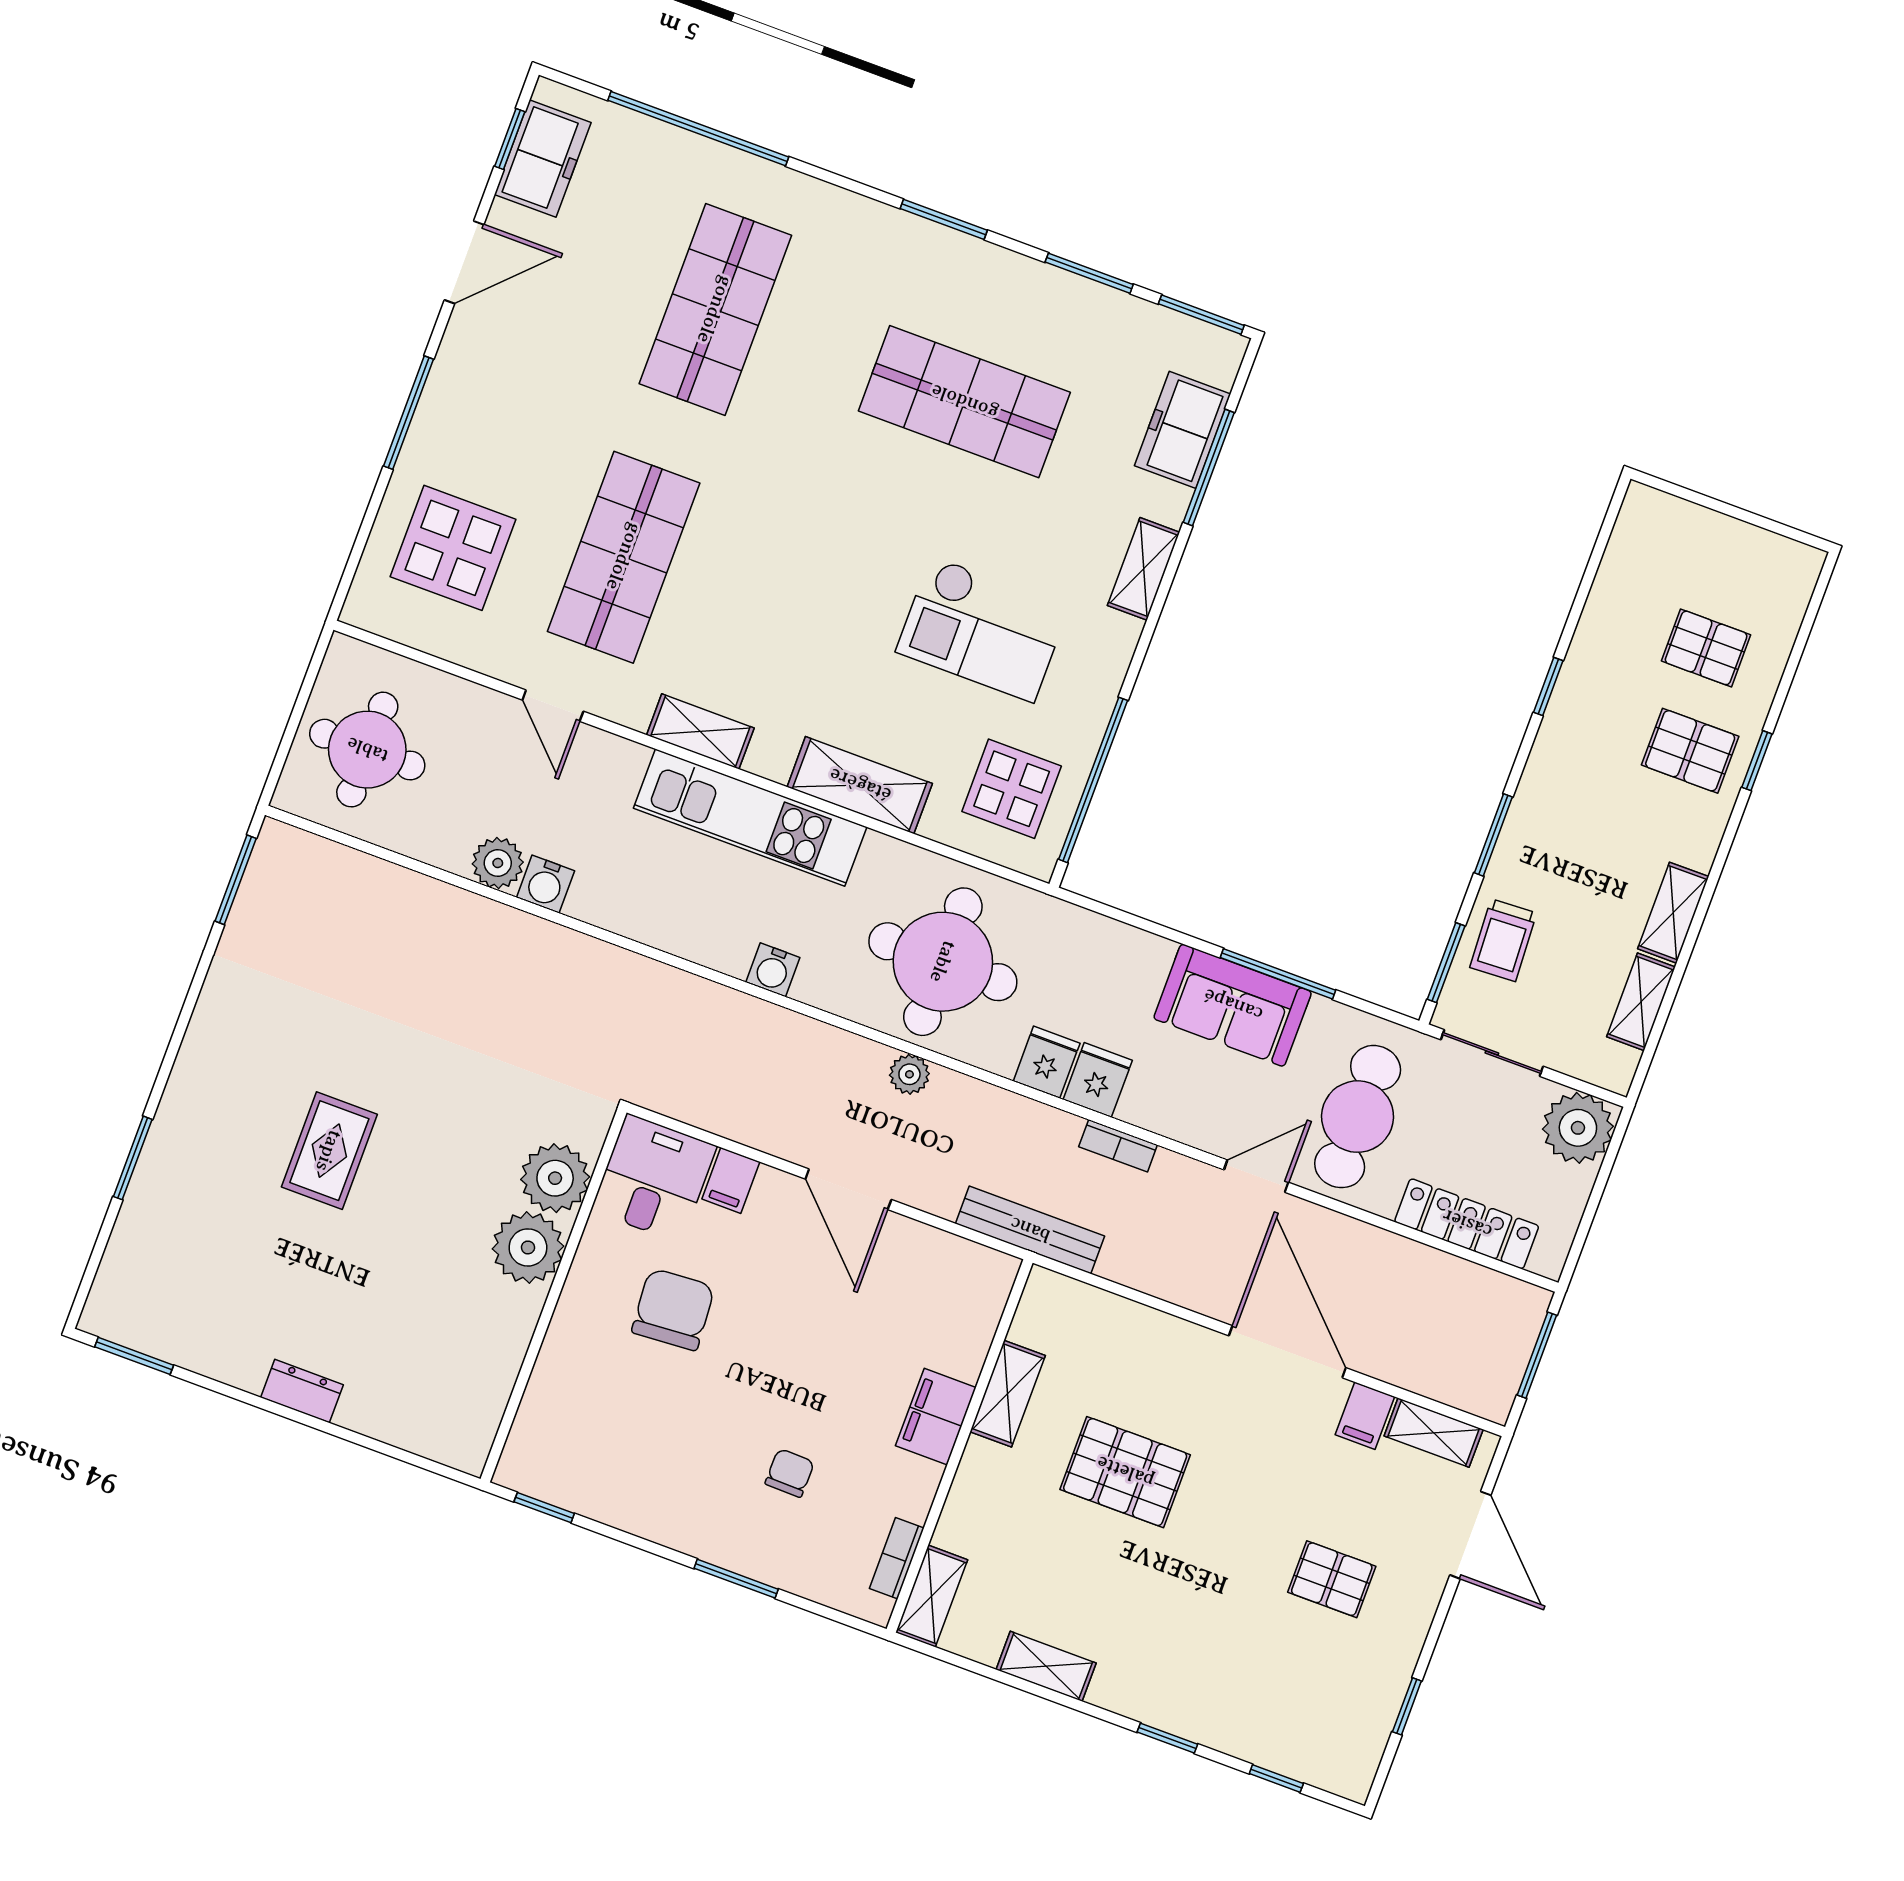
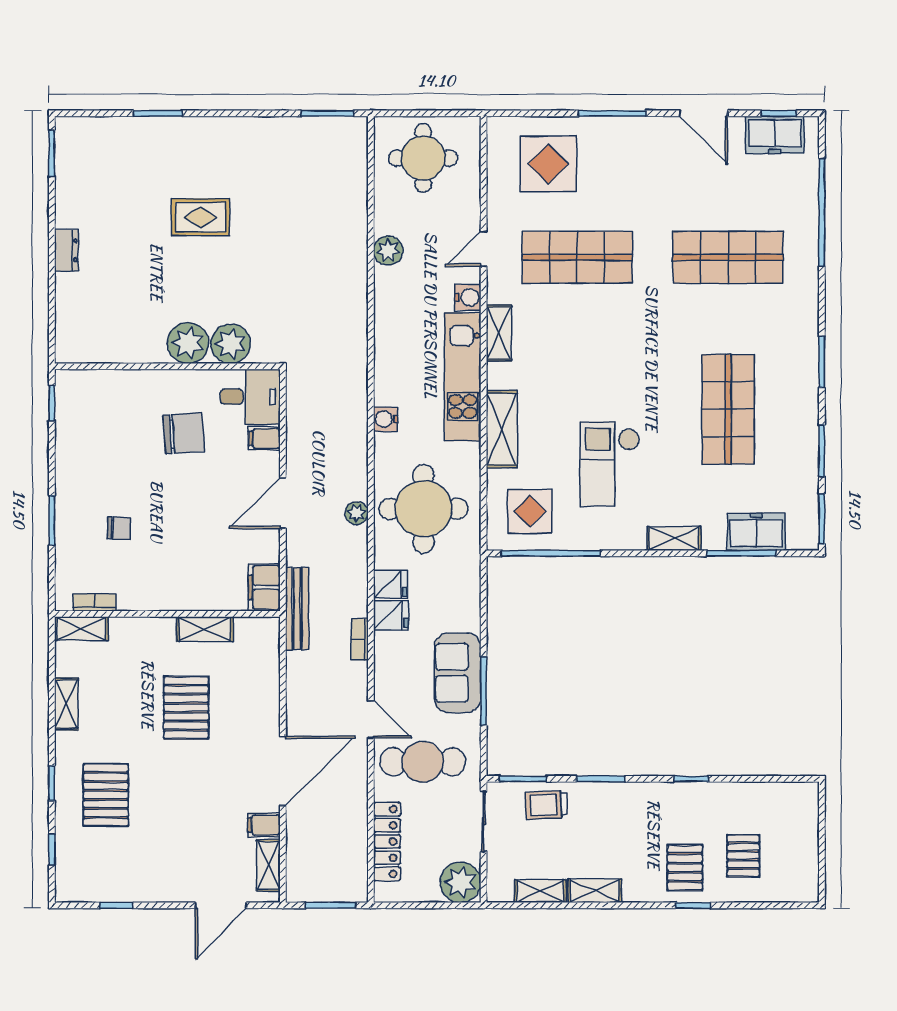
water cooler: (546, 884) -> (468, 297), moved, turned 180
filing cabinet: (936, 1417) -> (264, 587), moved, turned -90
pallet: (1332, 1579) -> (106, 795), moved, width x1.50, depth x1.42

